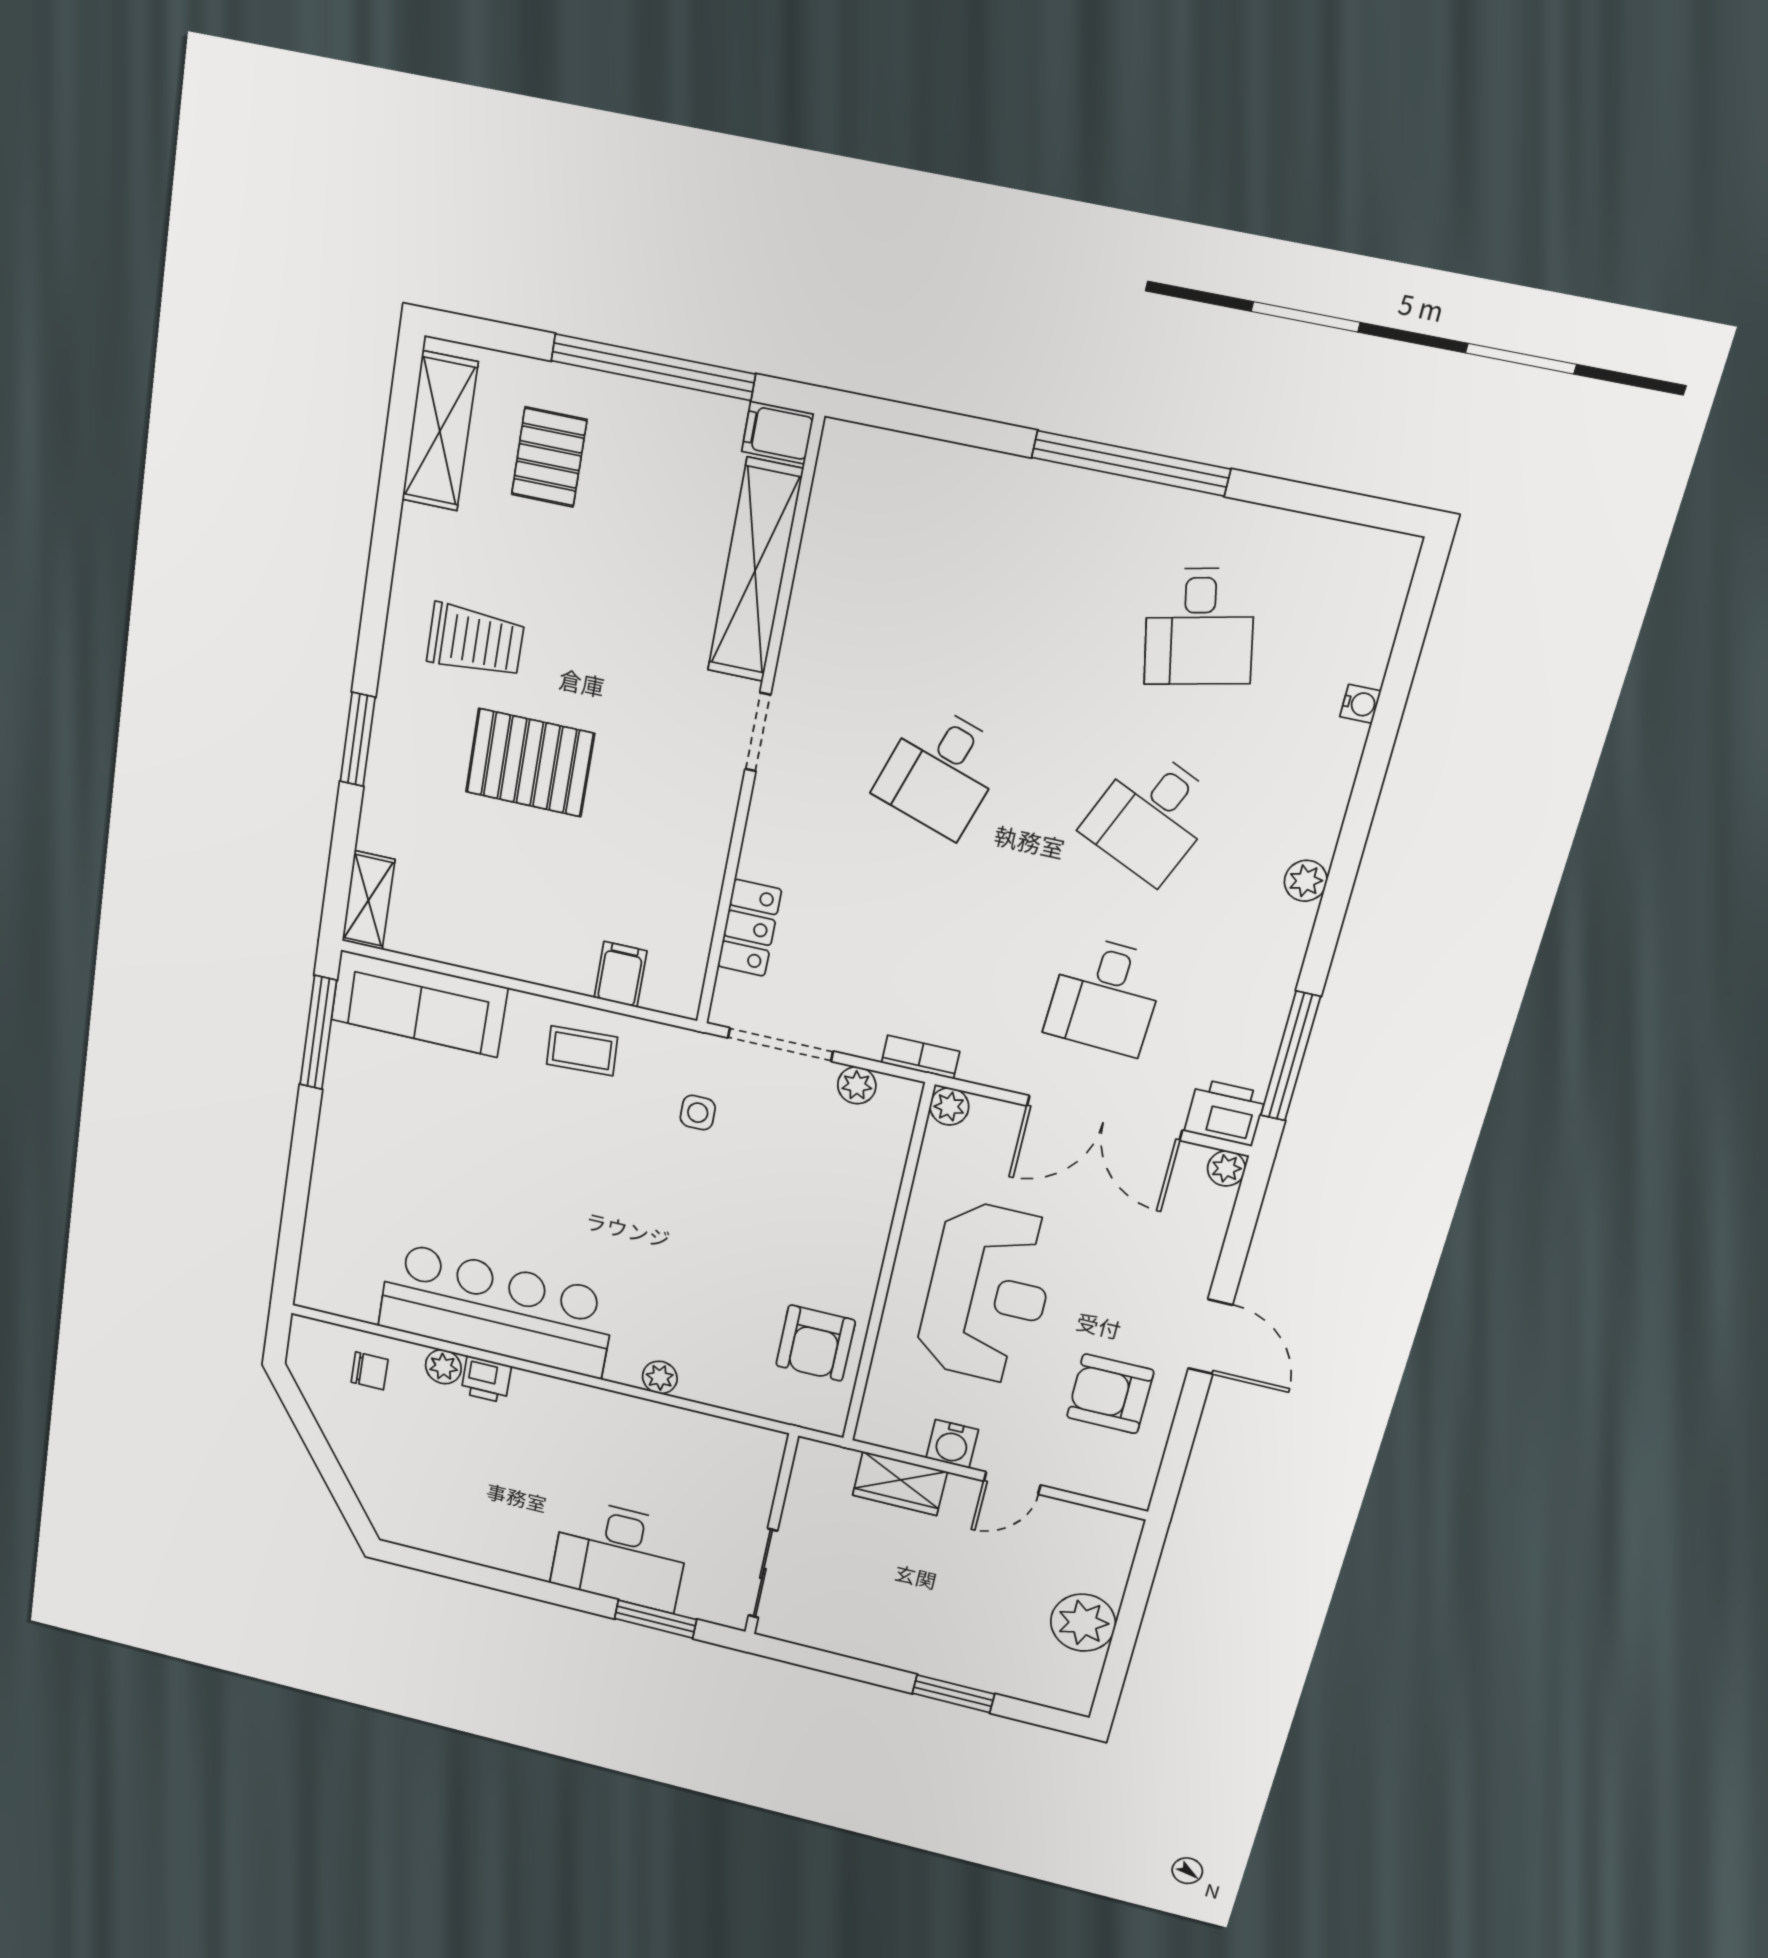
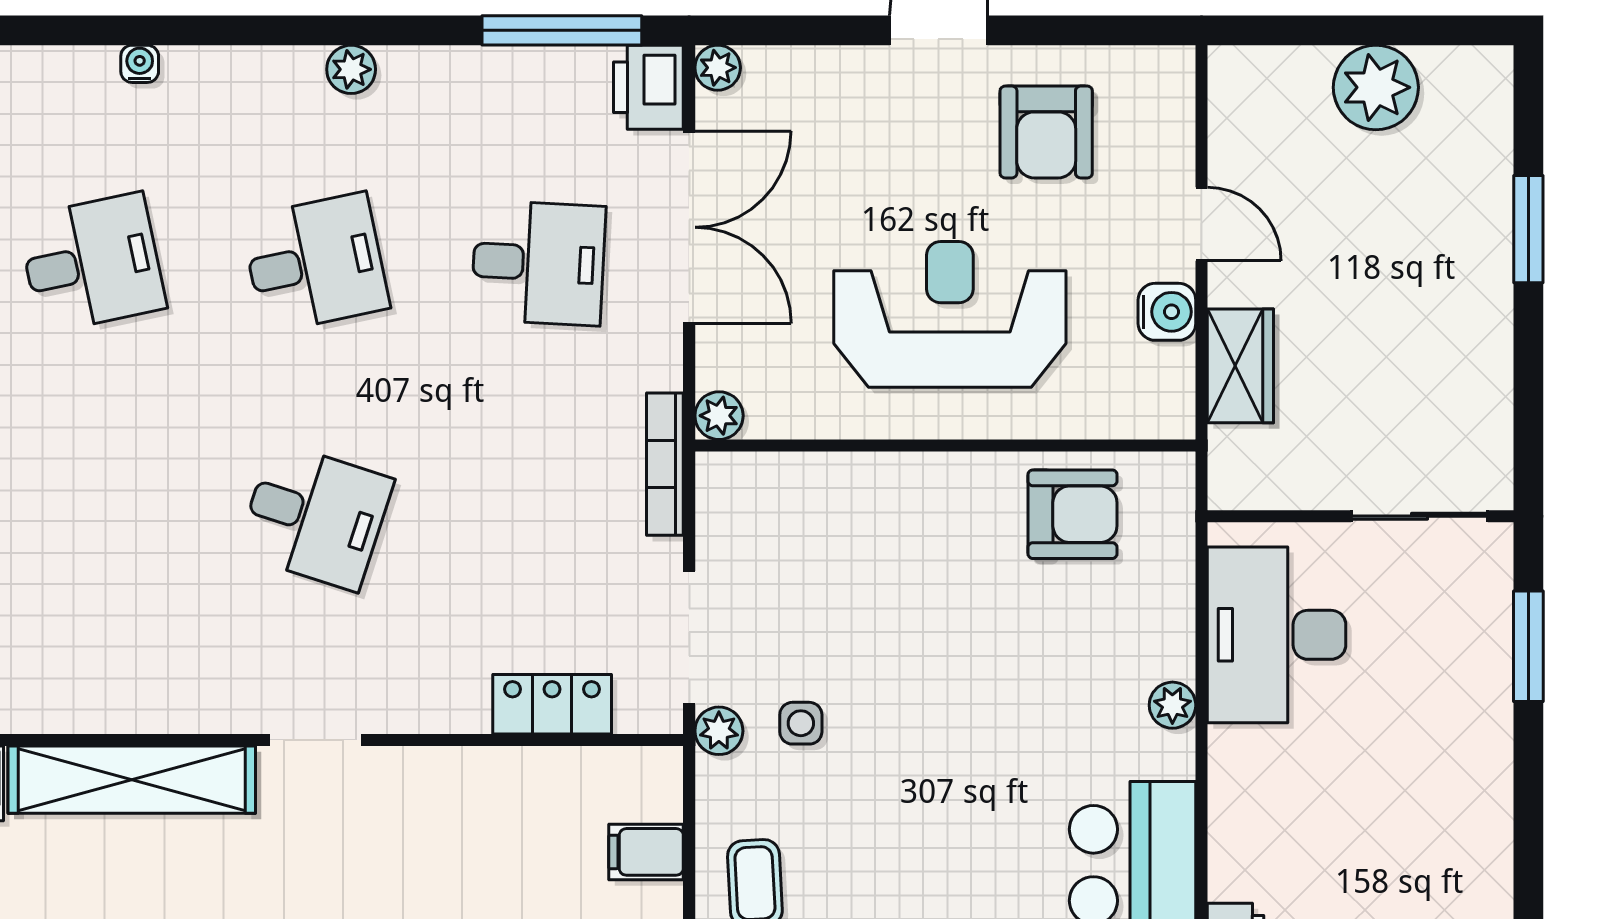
desk: (1151, 816) -> (315, 263), turned -36
bookcase: (921, 1057) -> (665, 464), width x1.56
plant: (857, 1085) -> (719, 731), moved
desk: (620, 1555) -> (1277, 635), moved, turned 180

